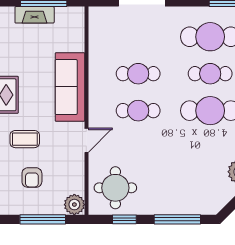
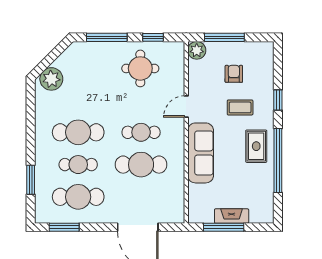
cafe table: (138, 74) -> (141, 165), width x1.37, depth x1.35
round table: (115, 188) -> (140, 68), moved

